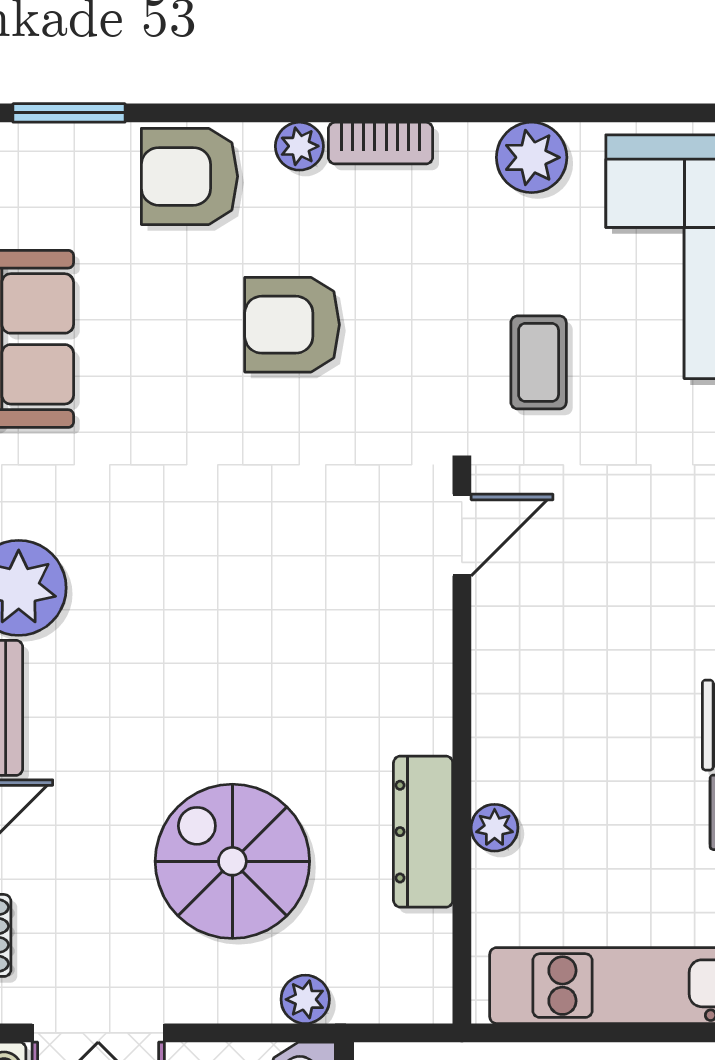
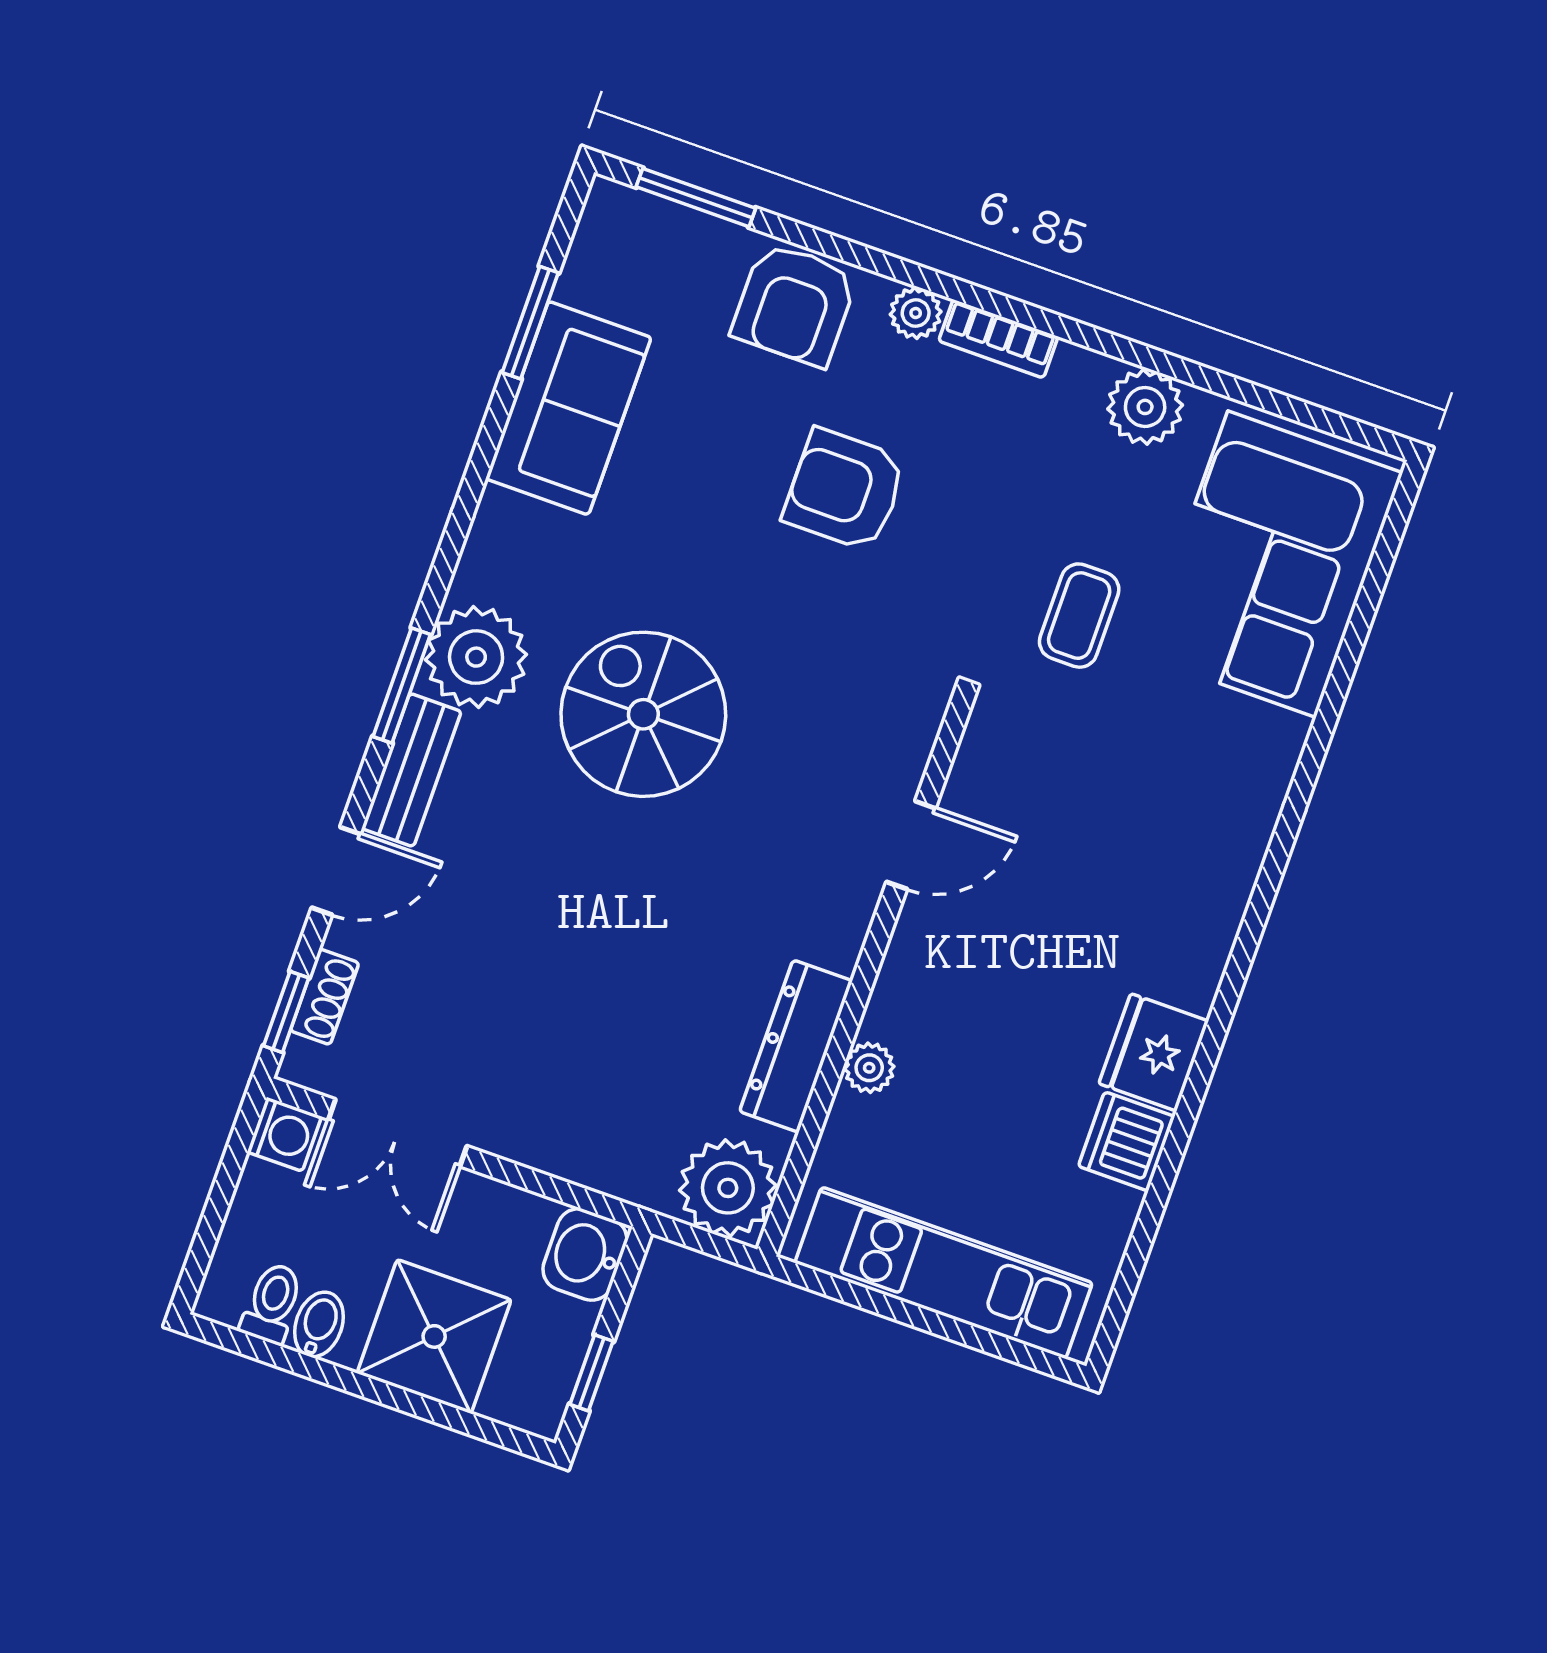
armchair: (190, 176) -> (794, 304), turned -90
door: (462, 535) -> (911, 845), moved
spiral stairs: (232, 861) -> (643, 714), moved
plant: (305, 999) -> (728, 1188), moved, width x1.87, depth x1.87

